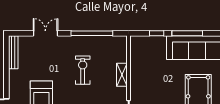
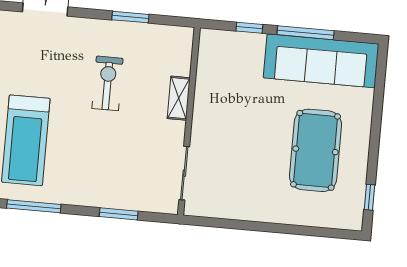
window: (92, 33) -> (130, 17), width x0.47

